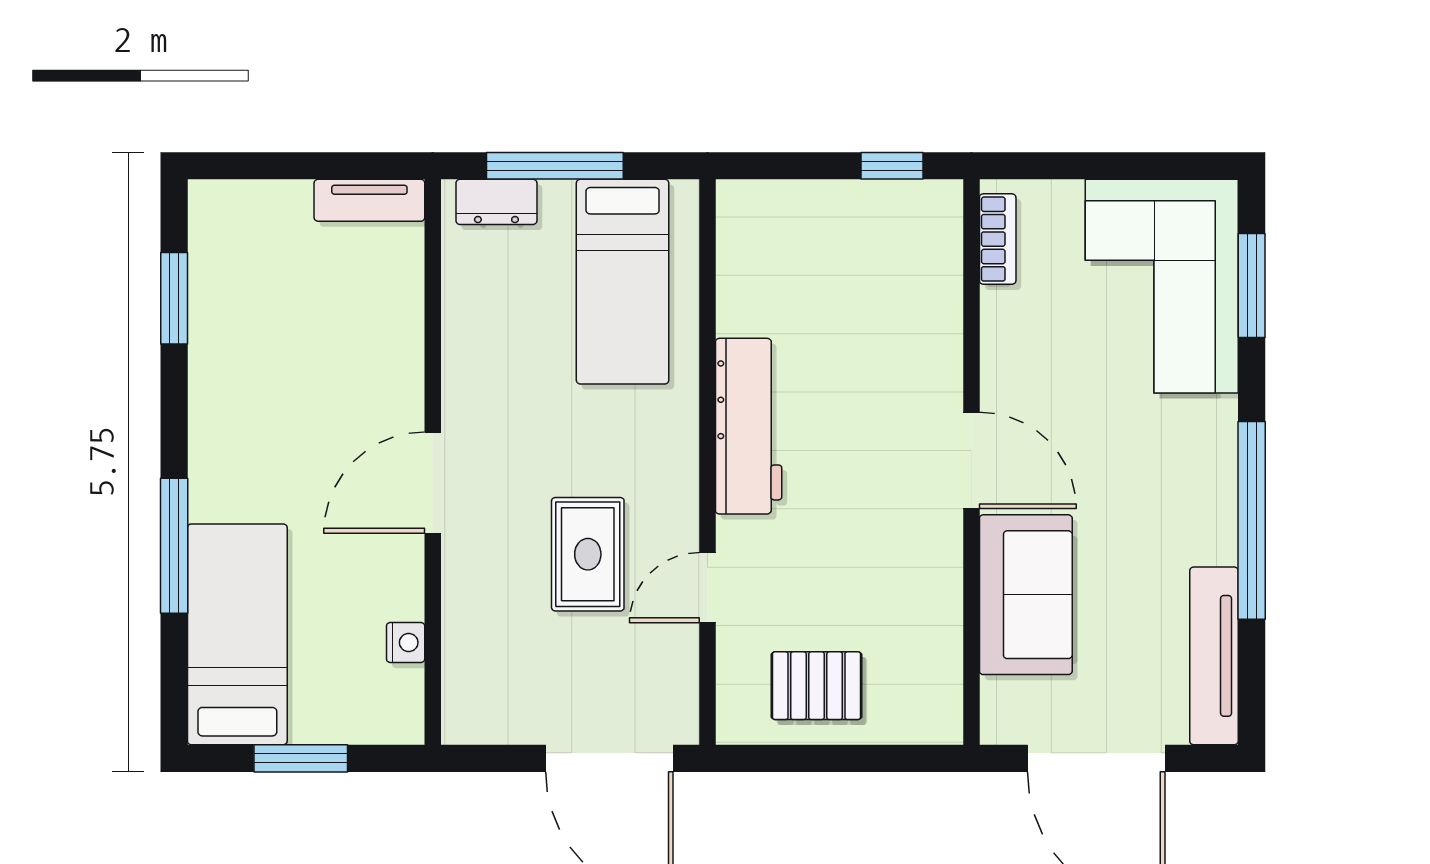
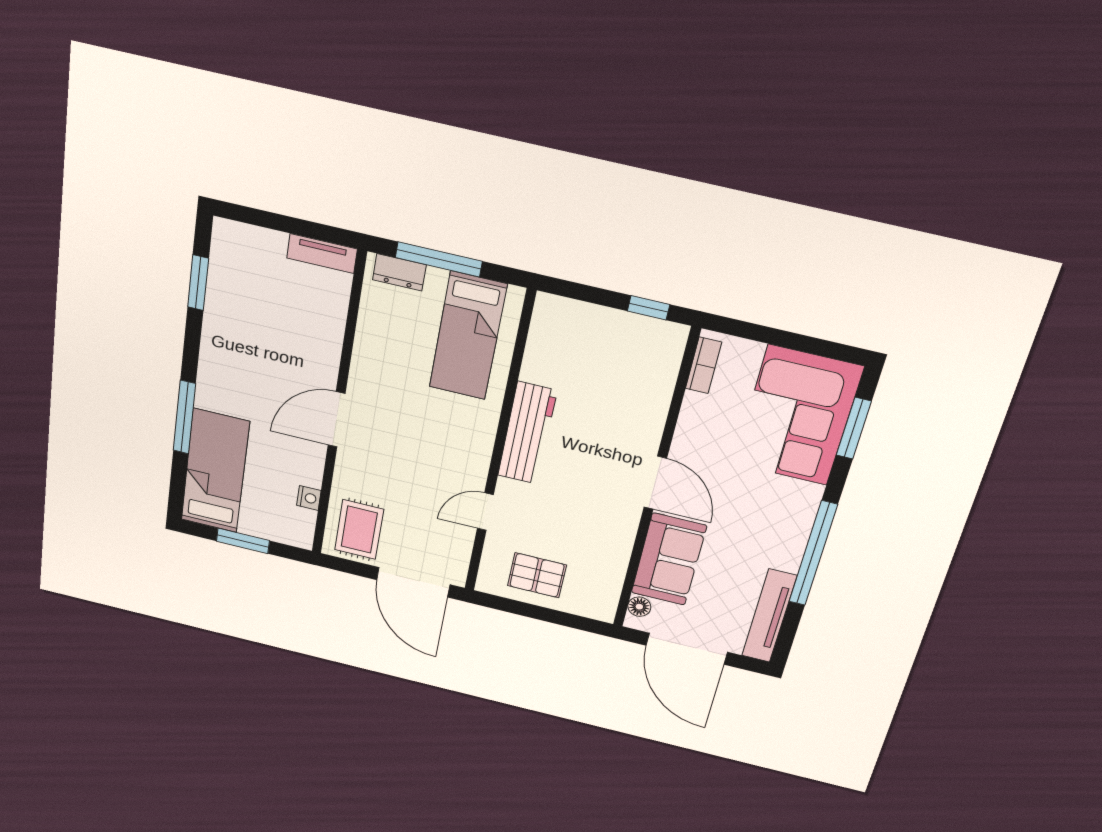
rug: (588, 554) -> (359, 530), moved
floor lamp: (999, 698) -> (639, 607), added

